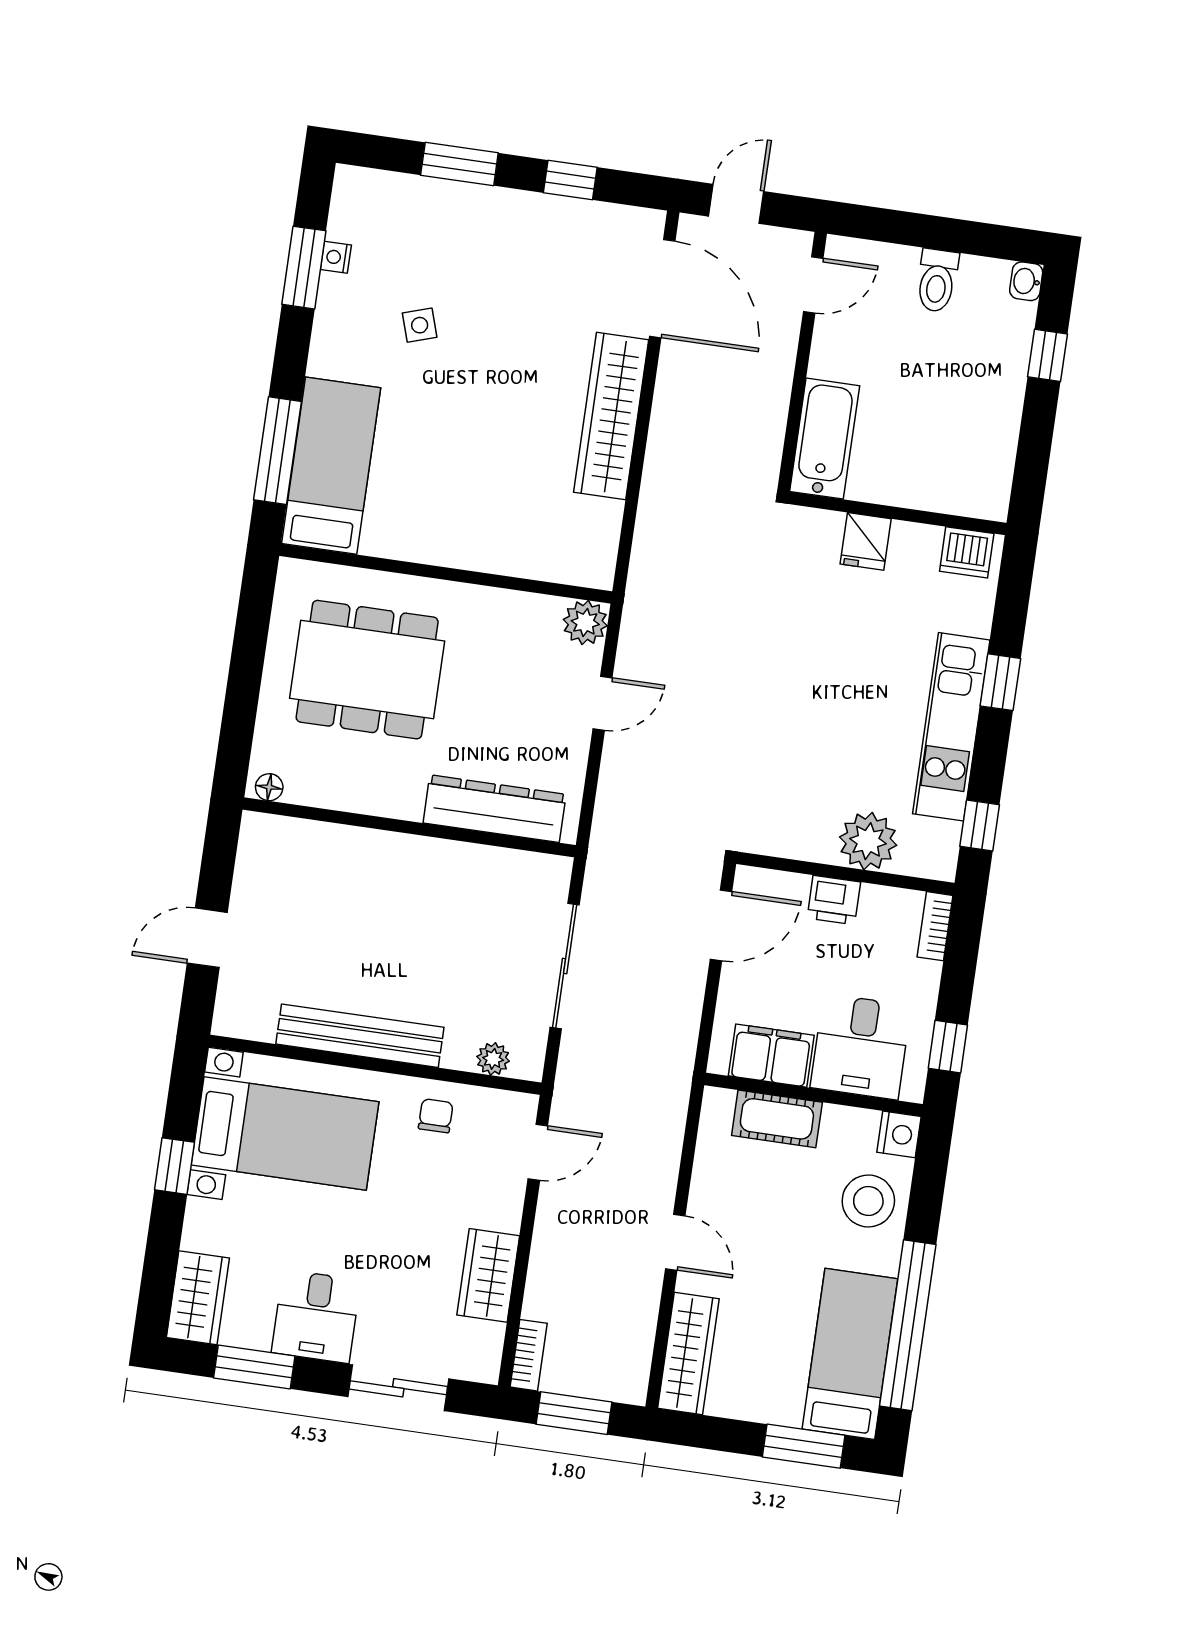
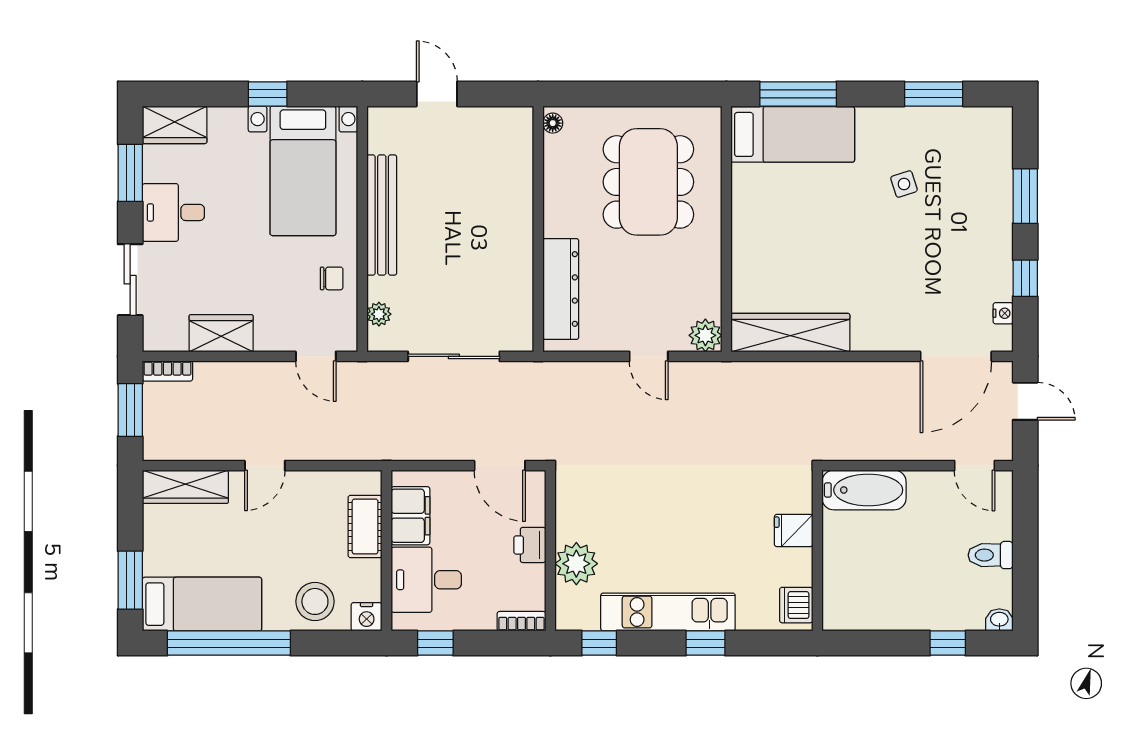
nightstand: (336, 257) -> (1003, 313), moved, turned 90
wardrobe: (611, 416) -> (790, 333), moved

